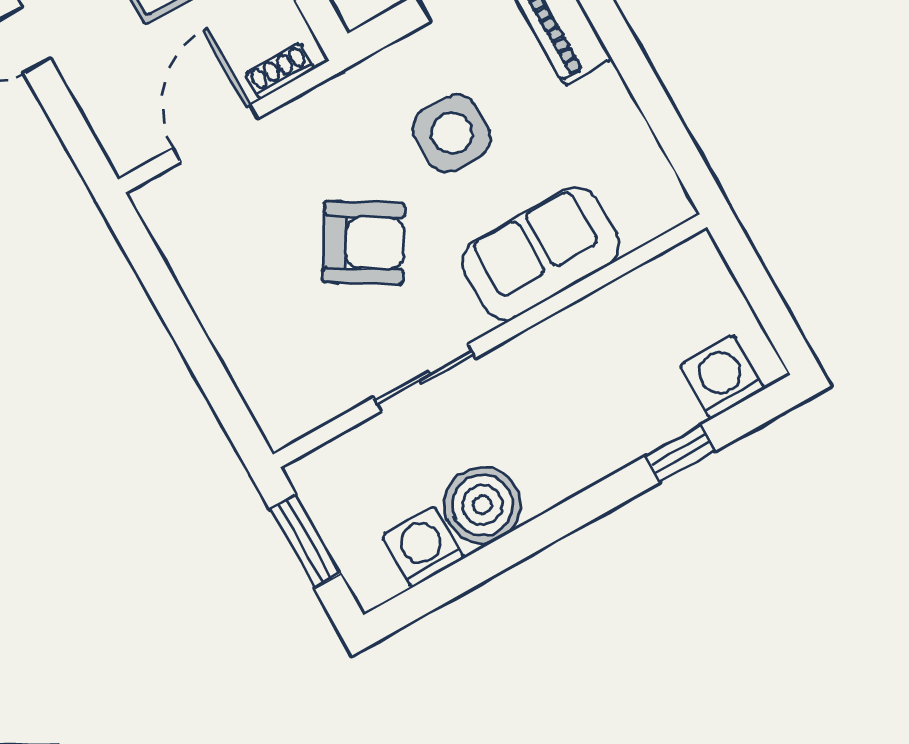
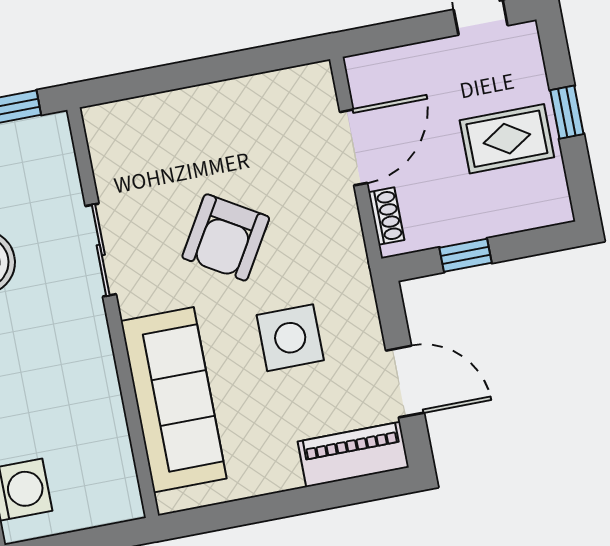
door: (215, 133) -> (354, 147), hinge flipped
sofa: (541, 254) -> (174, 400), width x1.36

